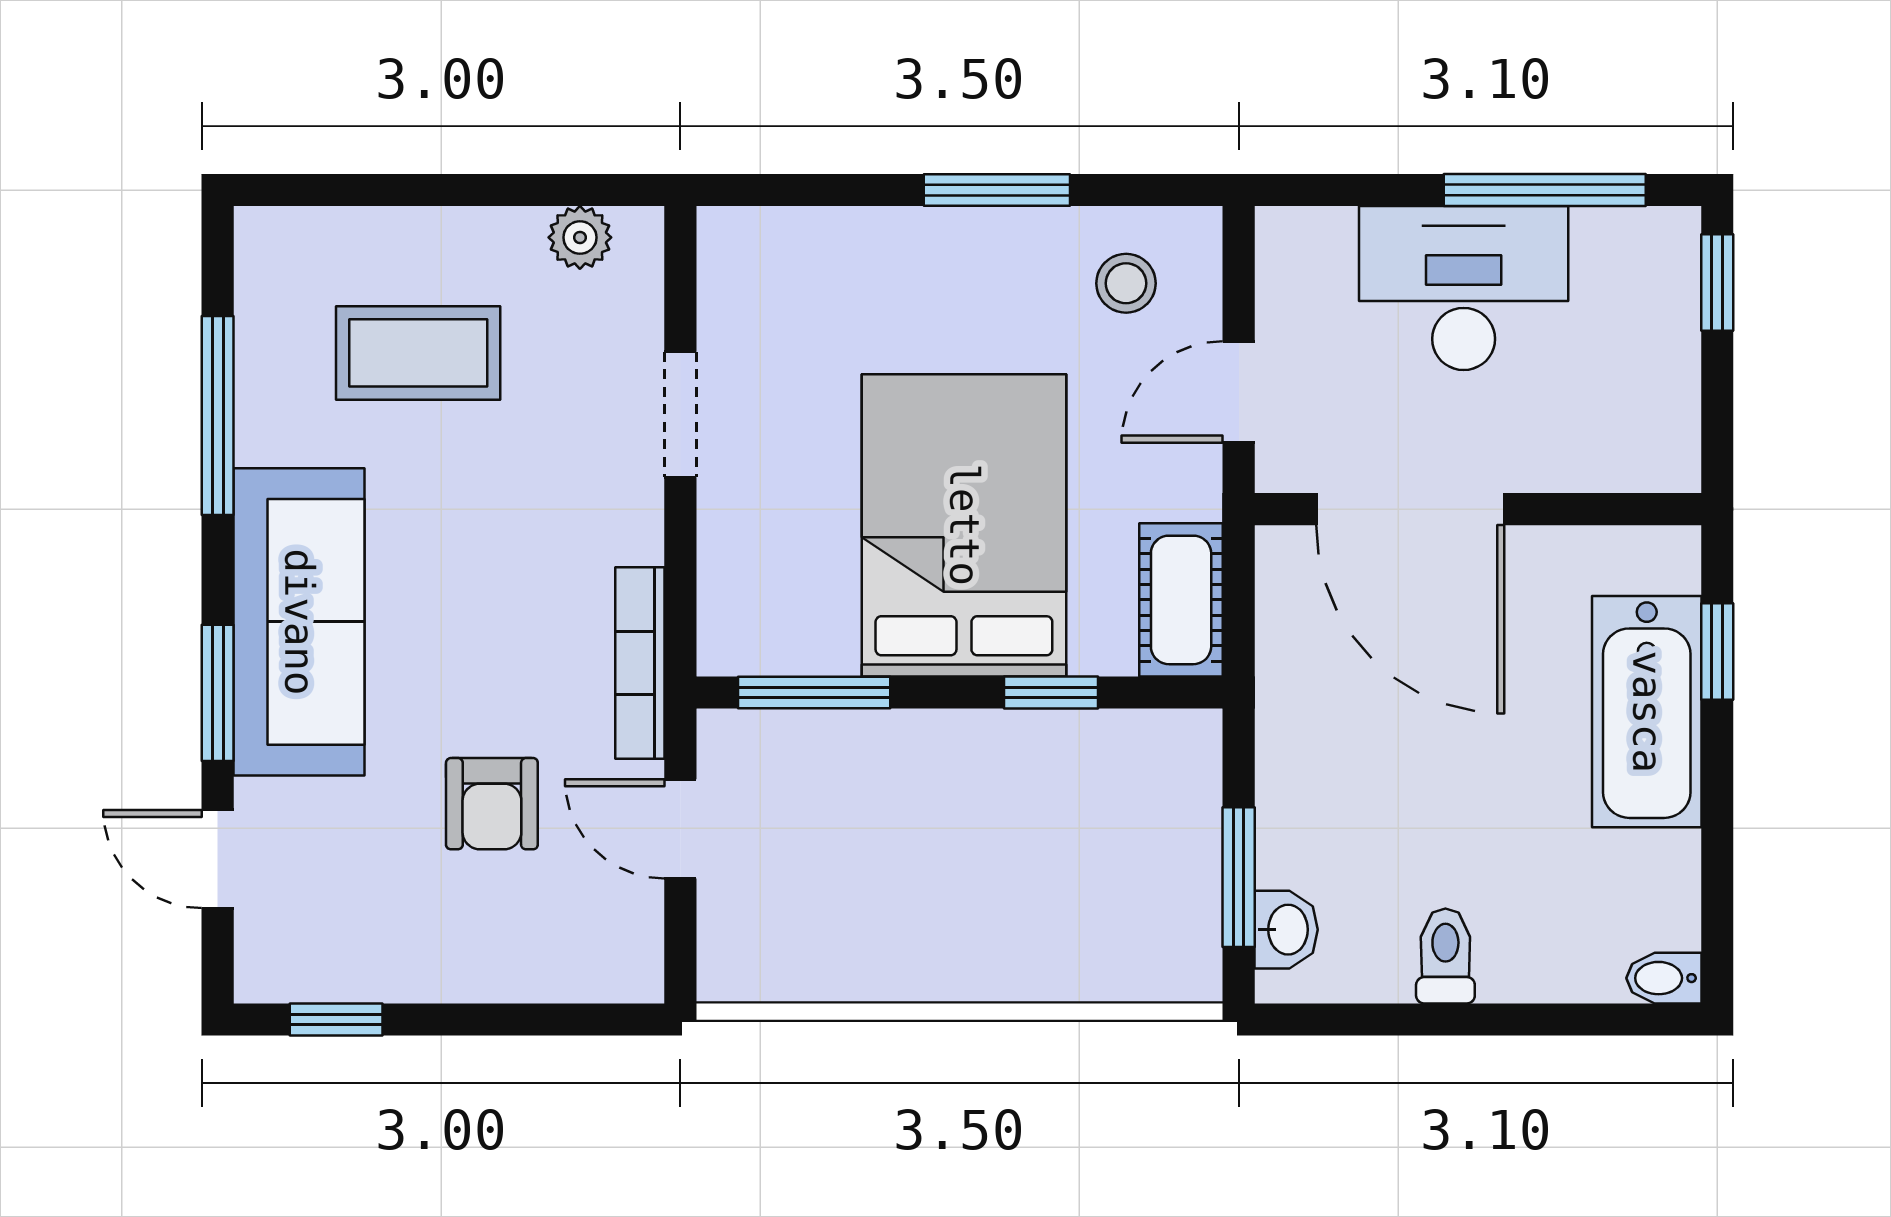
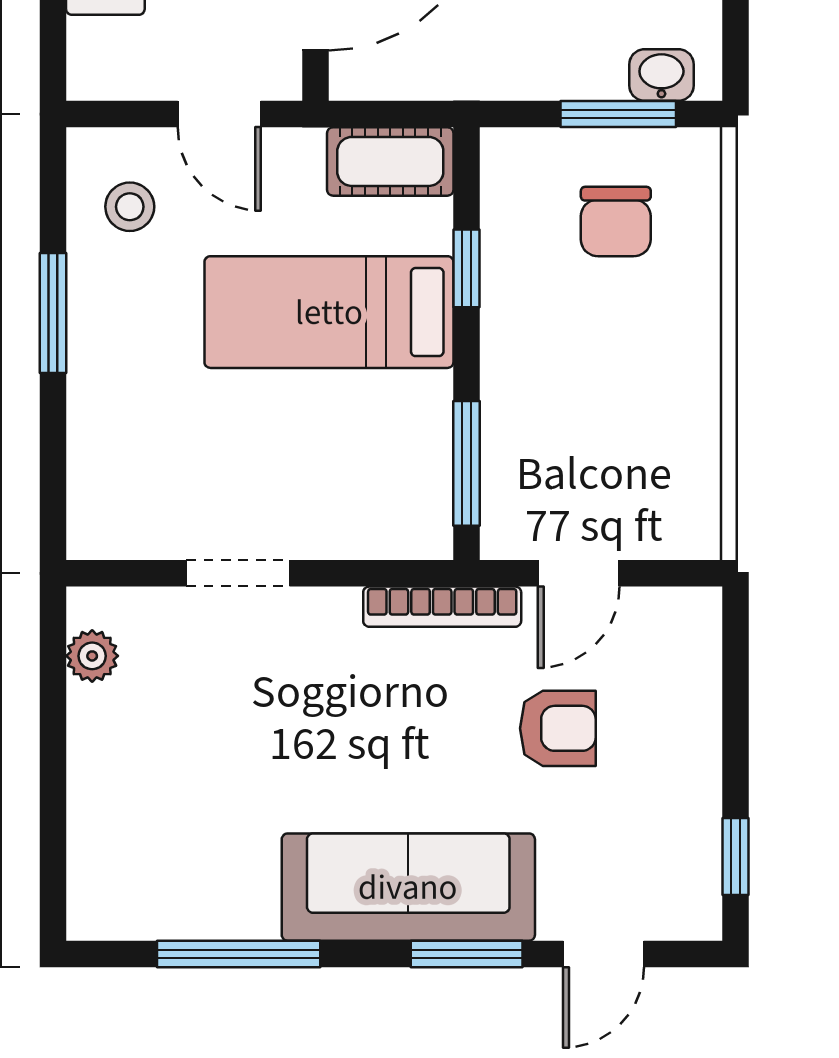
coffee table: (418, 353) -> (187, 789), removed
bed: (964, 525) -> (329, 312), width x0.67
chair: (1108, 874) -> (616, 222), added

